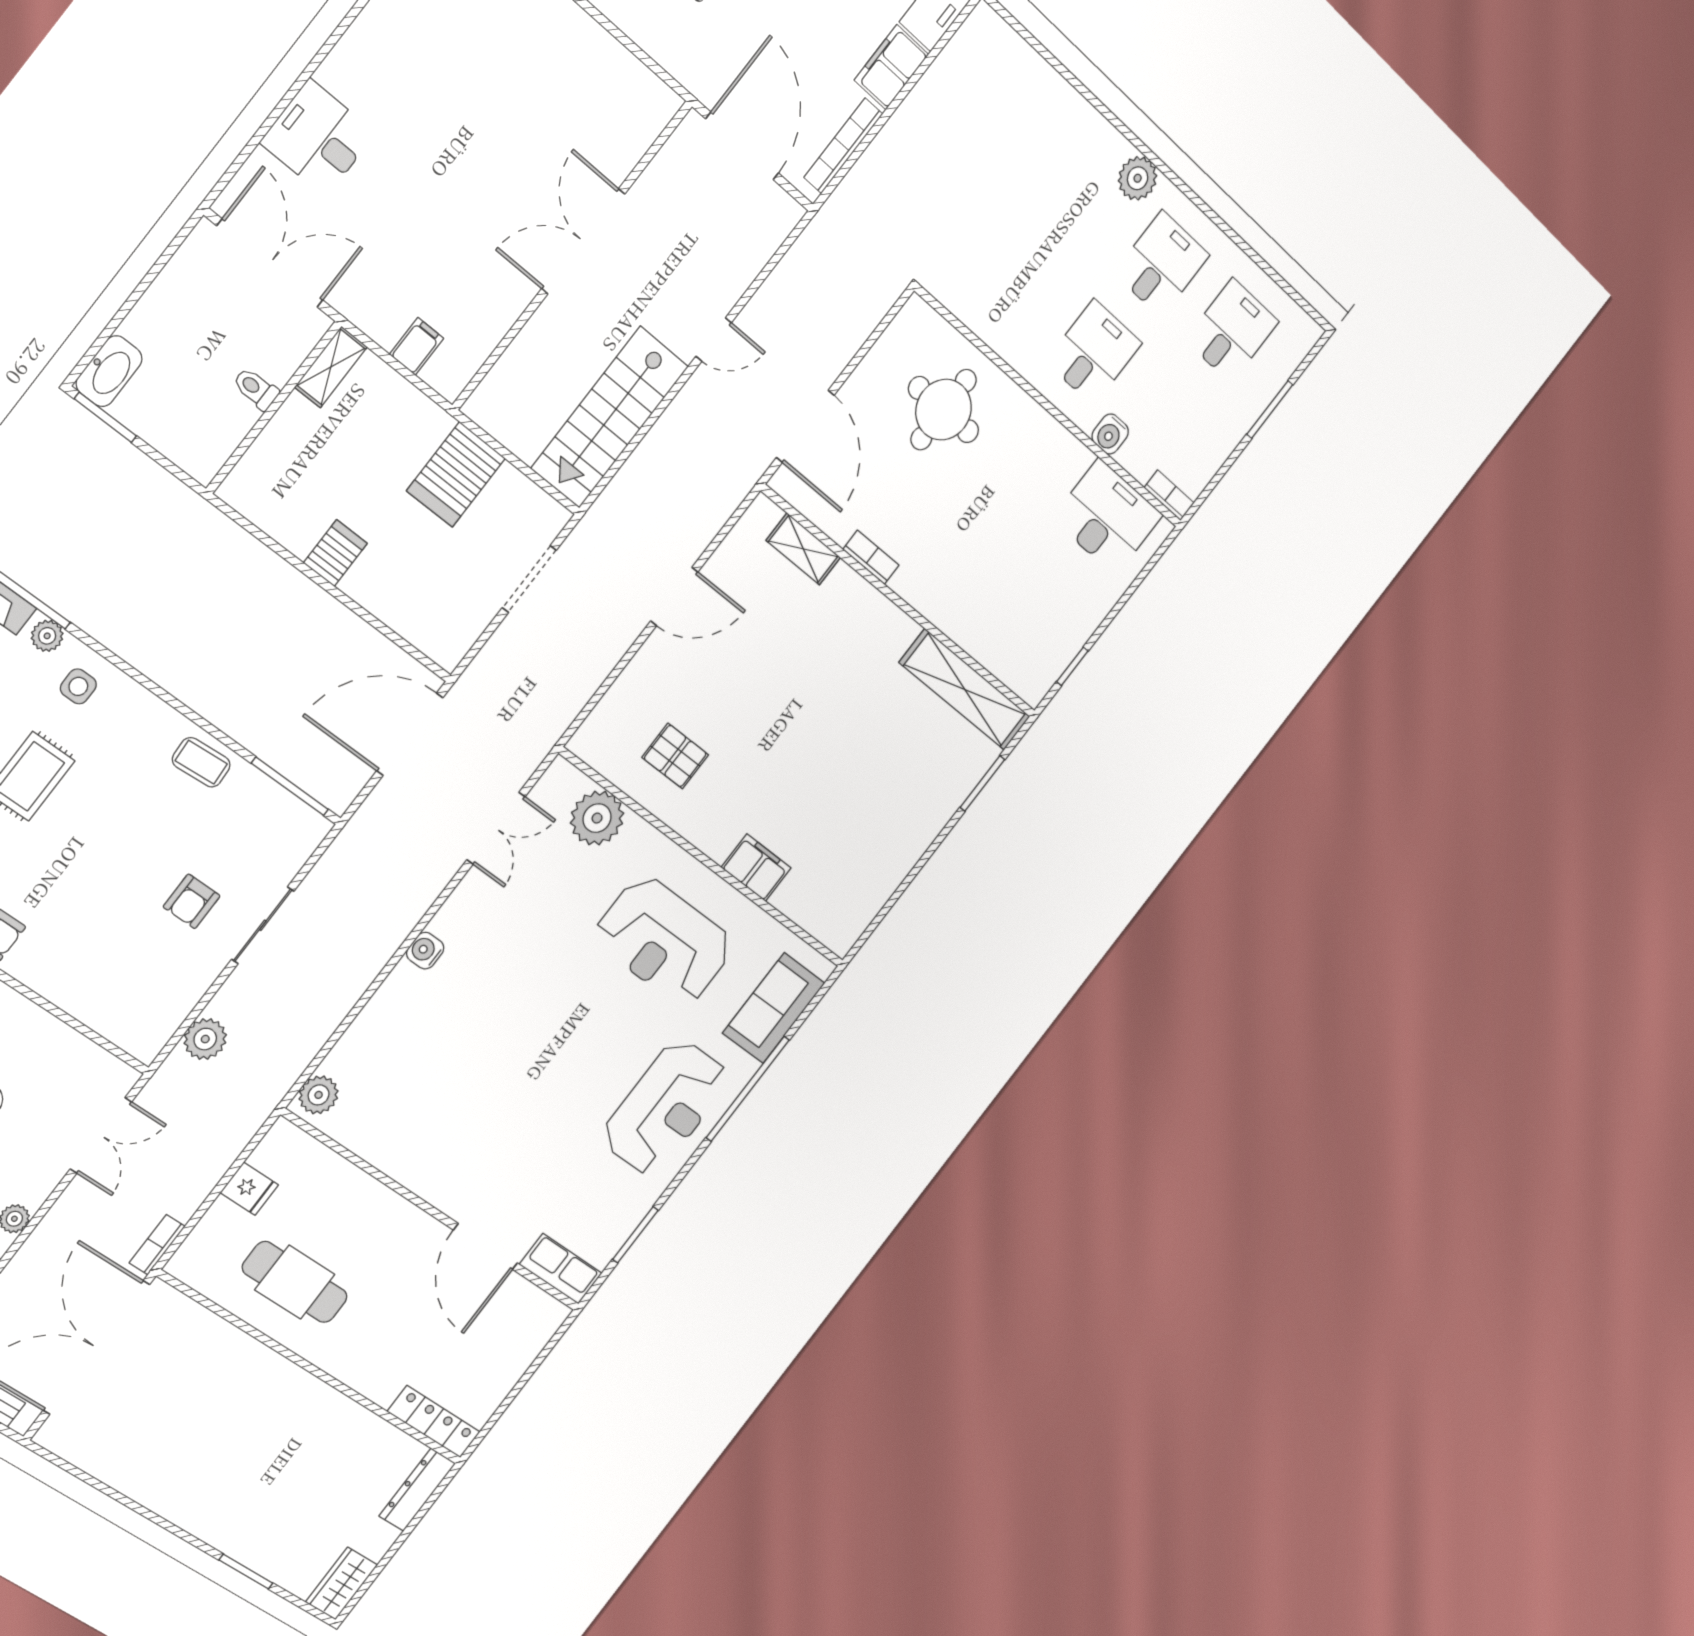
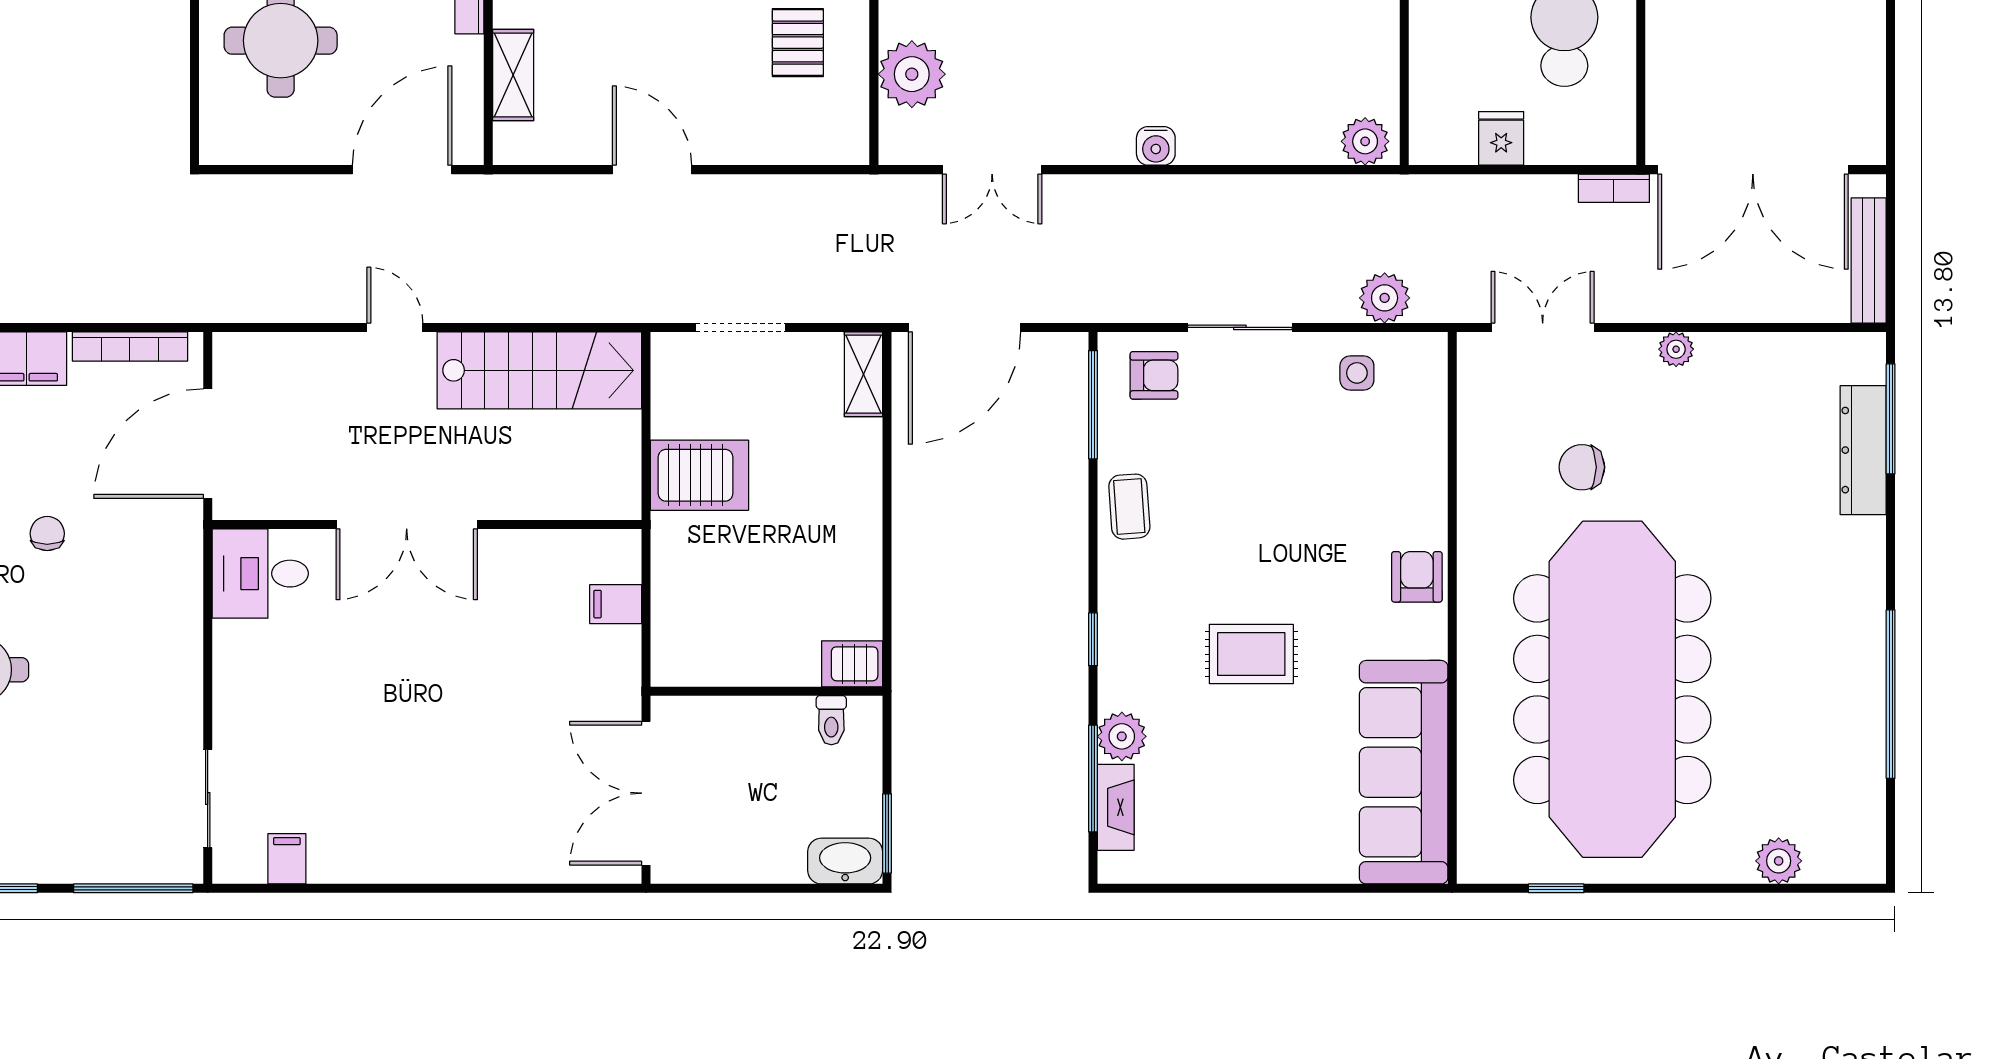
desk: (318, 138) -> (260, 574), moved, turned 90
shelving: (331, 367) -> (864, 374), moved, turned 90
toilet: (256, 389) -> (831, 720), moved
server rack: (335, 553) -> (852, 664), moved
plant: (47, 636) -> (1122, 736), width x1.38, depth x1.38
window: (129, 670) -> (1093, 639), added
side table: (78, 686) -> (1357, 373), moved
door: (410, 734) -> (964, 327), hinge flipped
double door: (496, 828) -> (992, 170), swing flipped
armchair: (192, 901) -> (1154, 375), moved

